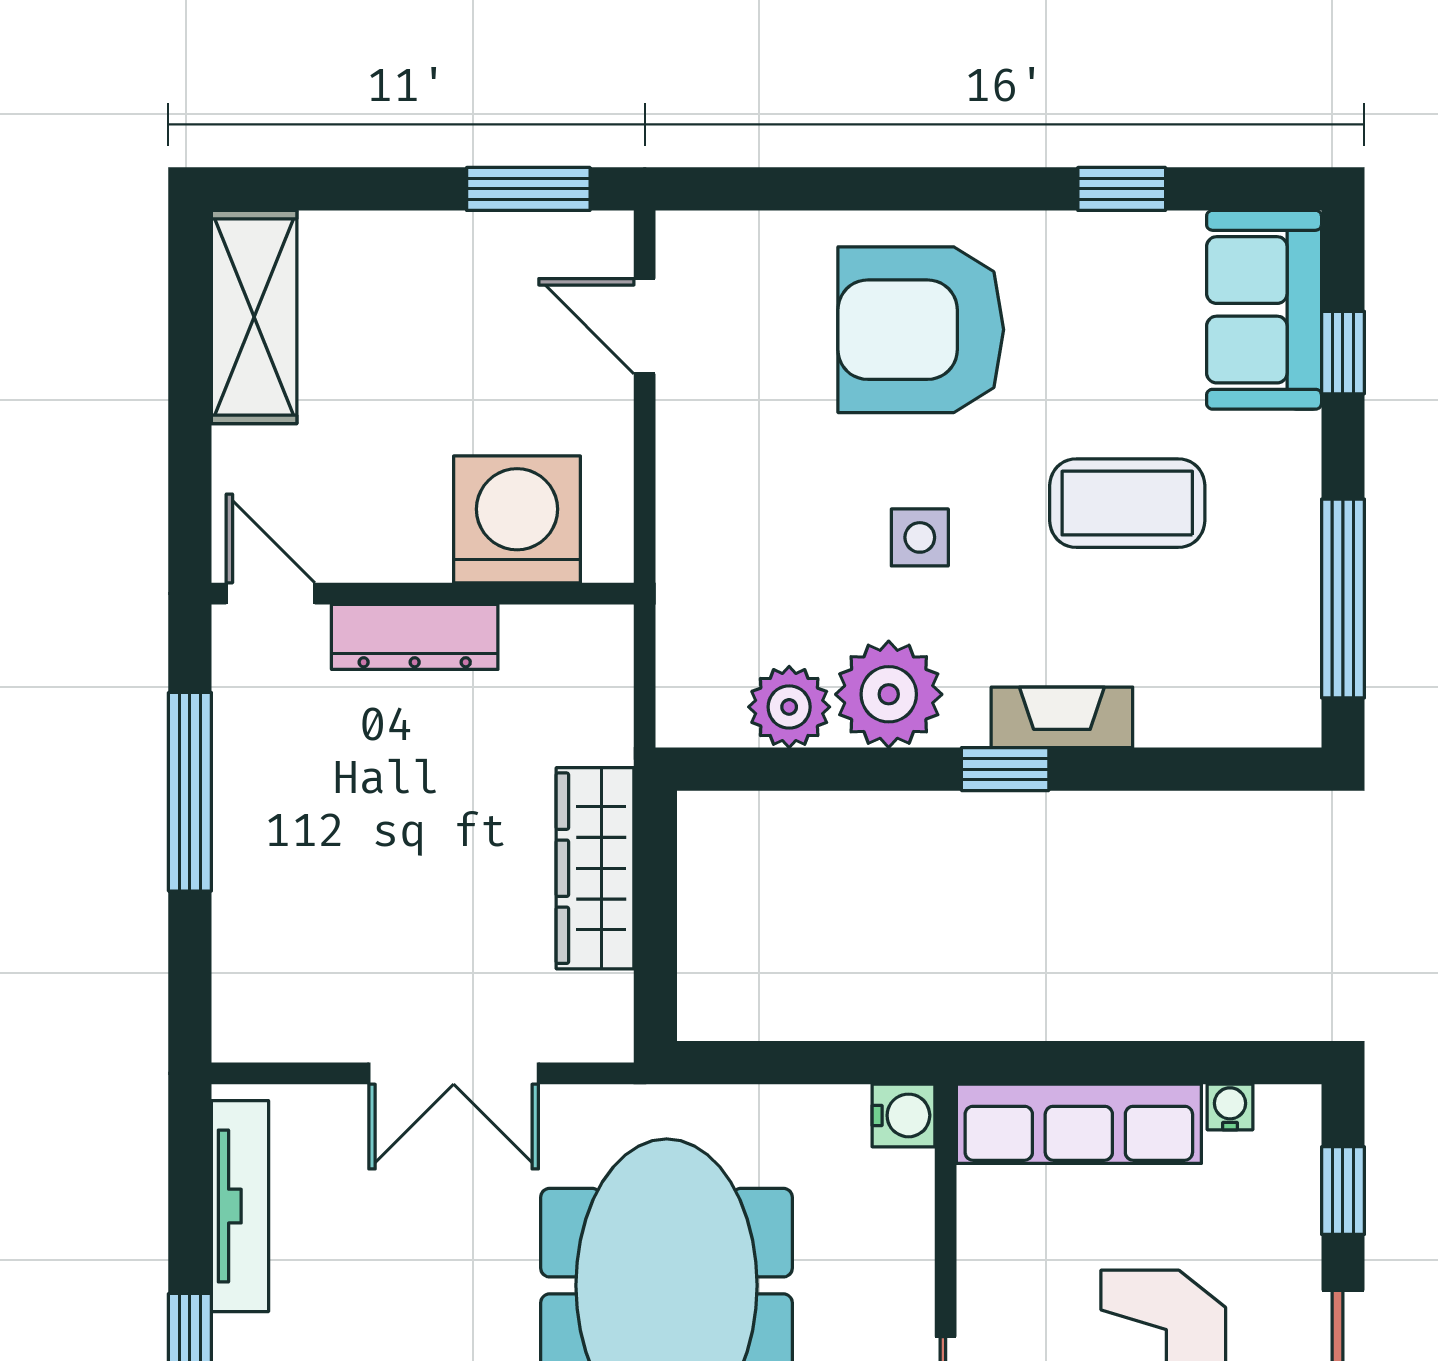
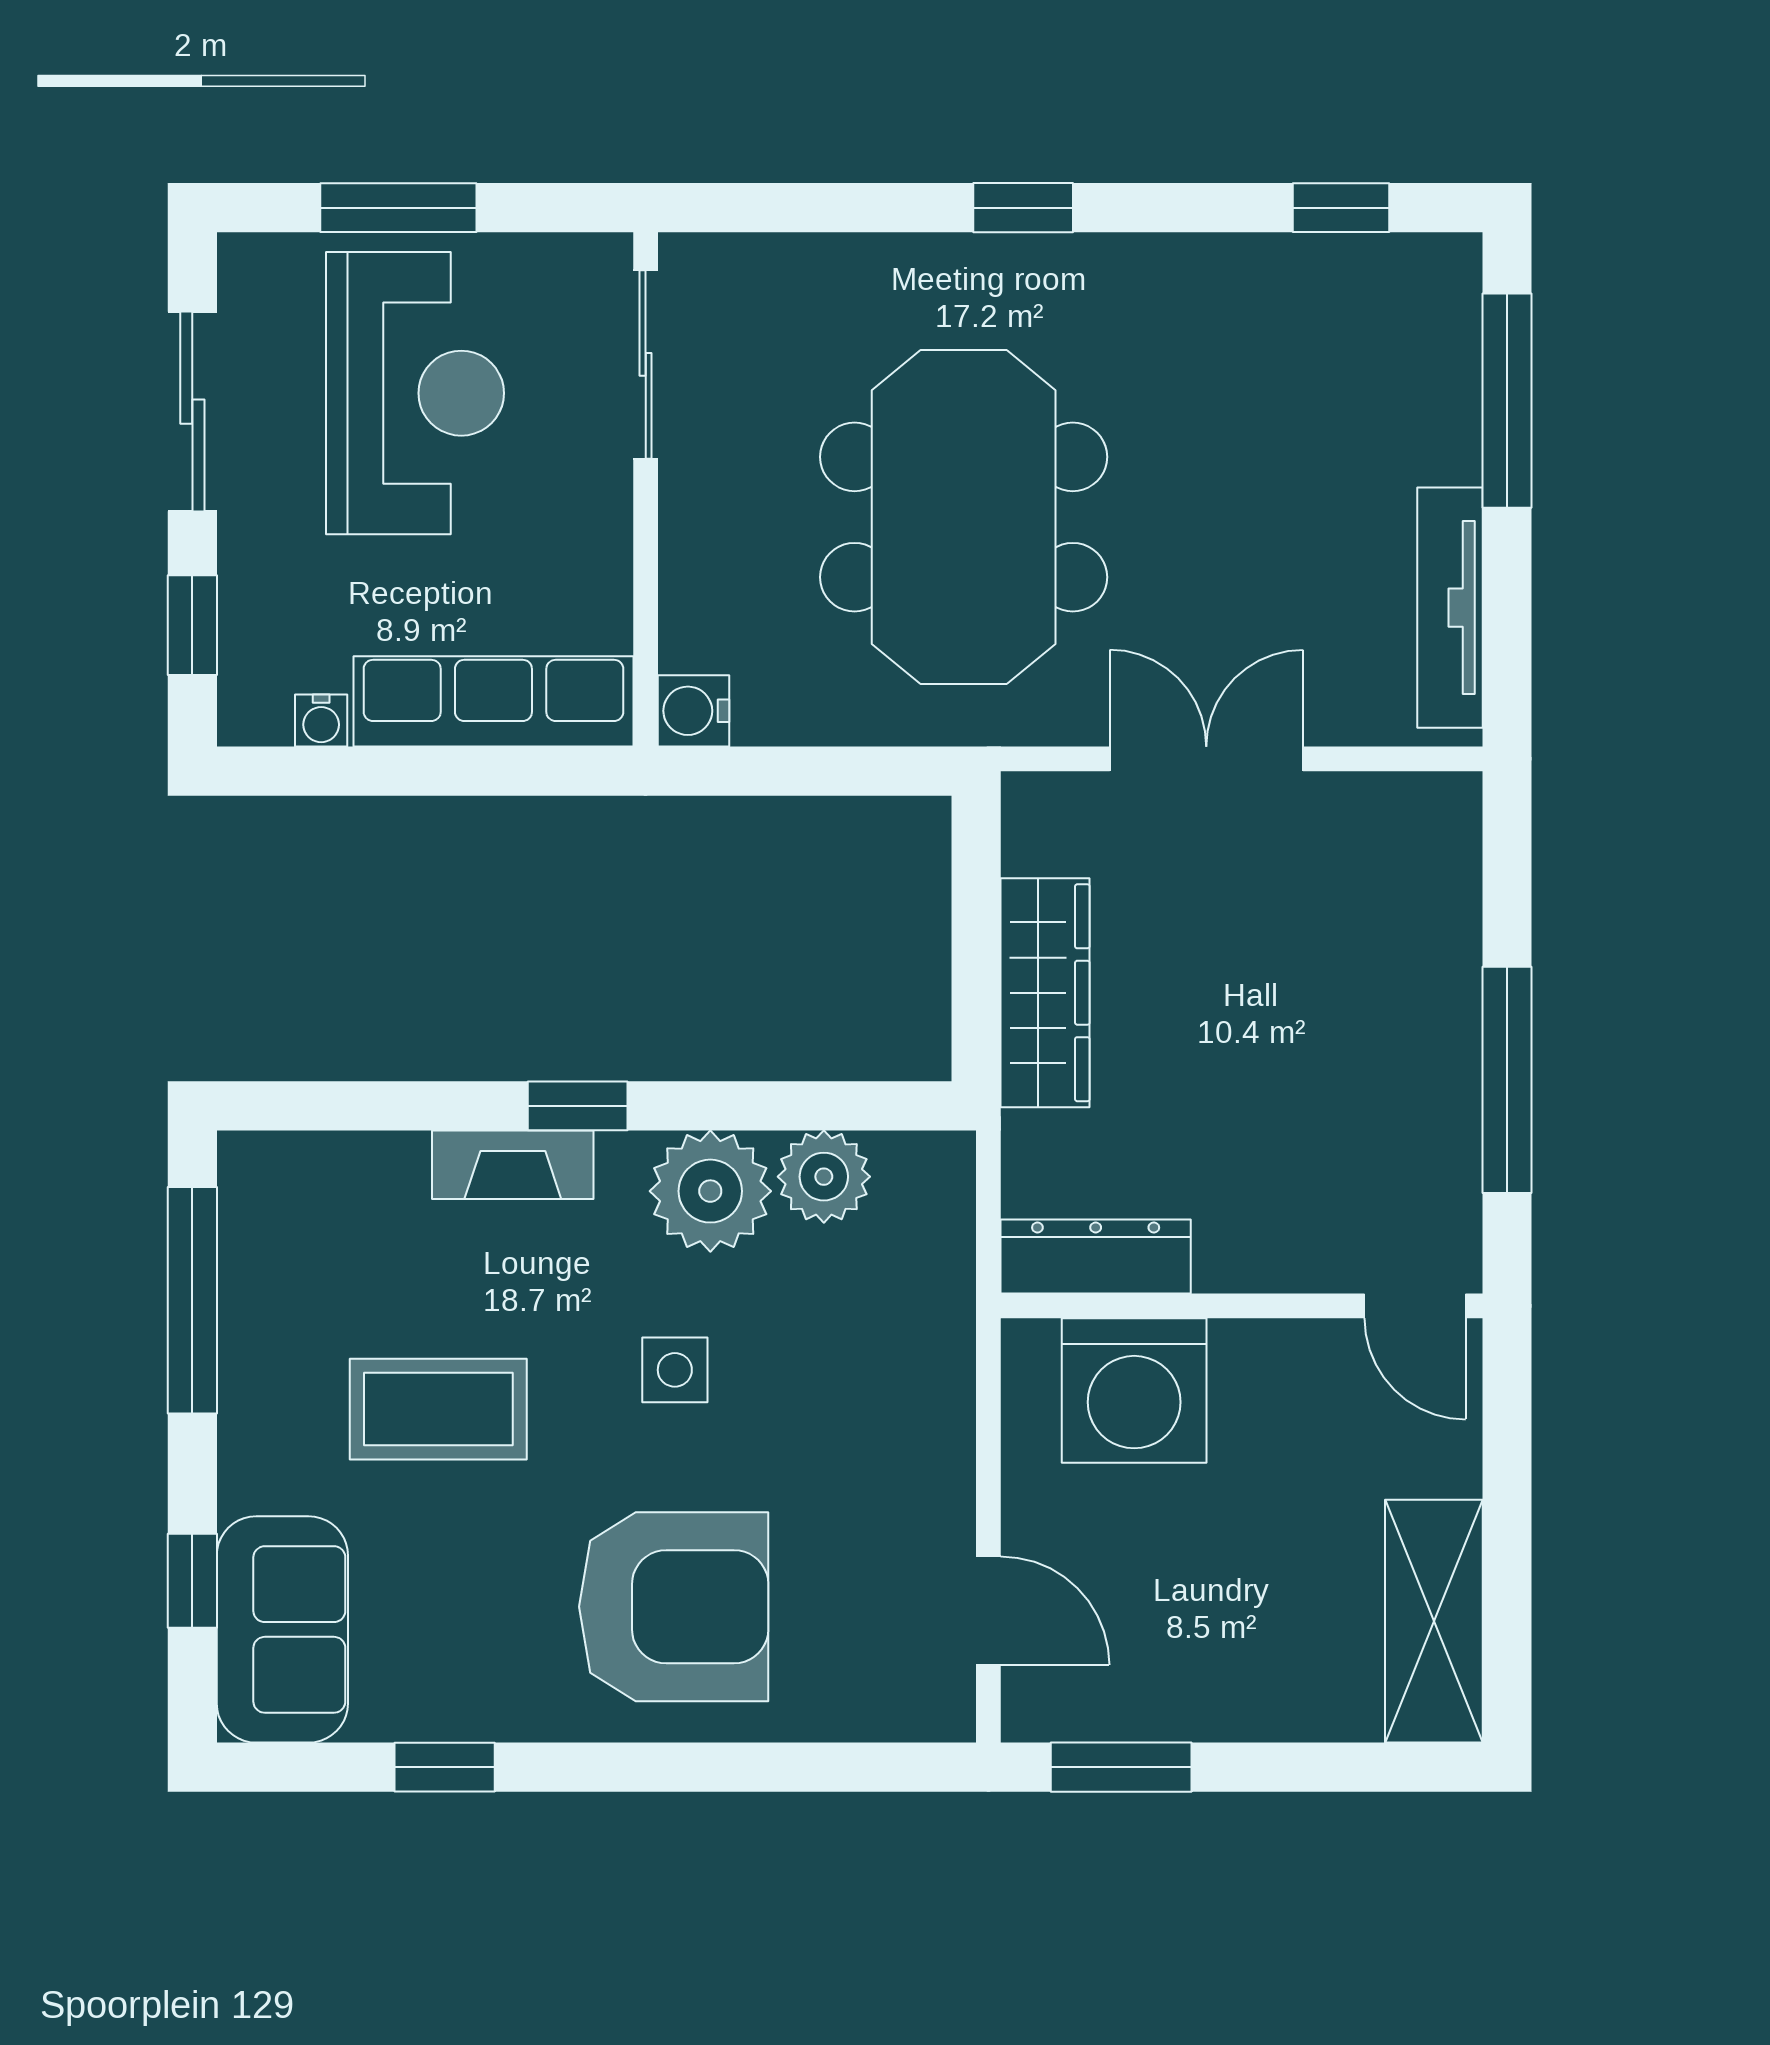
dresser: (415, 637) -> (1096, 1256), moved

